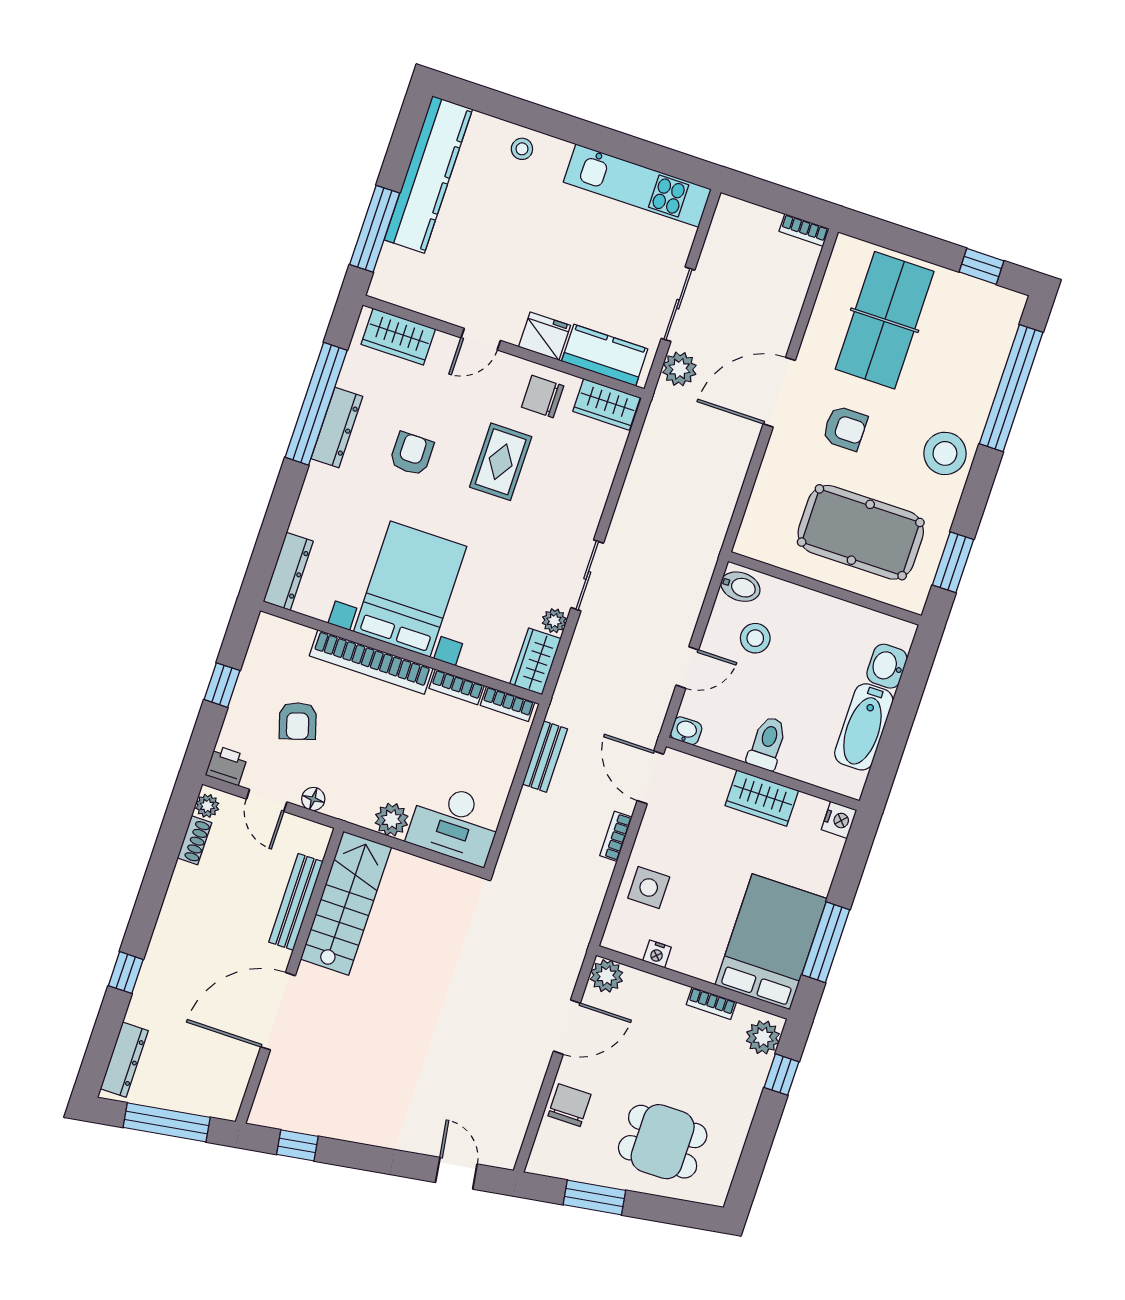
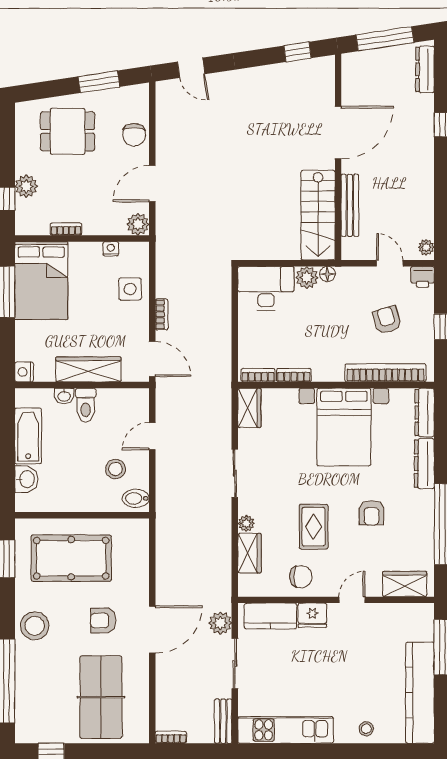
wardrobe: (606, 404) -> (249, 553), moved, turned 90
dresser: (337, 427) -> (424, 464), moved
plant: (554, 621) -> (246, 523), moved
bookcase: (371, 662) -> (386, 373), moved
washbasin: (686, 731) -> (64, 396), moved
bench: (545, 757) -> (223, 721), moved
wardrobe: (762, 798) -> (88, 369), width x1.50
floor lamp: (313, 799) -> (327, 274), moved
shoe rack: (195, 840) -> (427, 223), removed
plant: (763, 1037) -> (26, 186), moved

